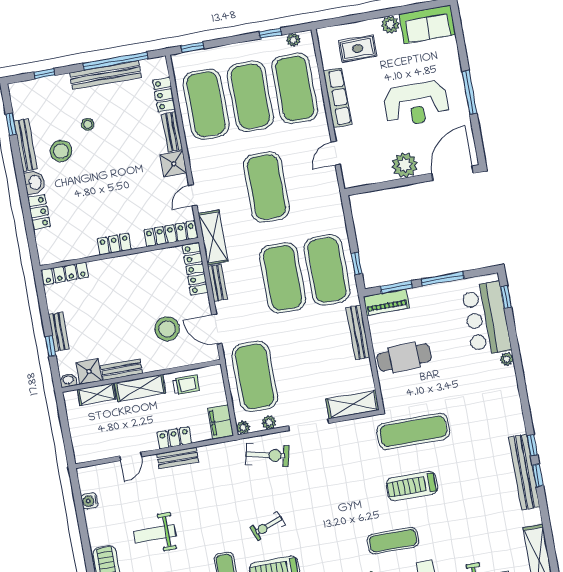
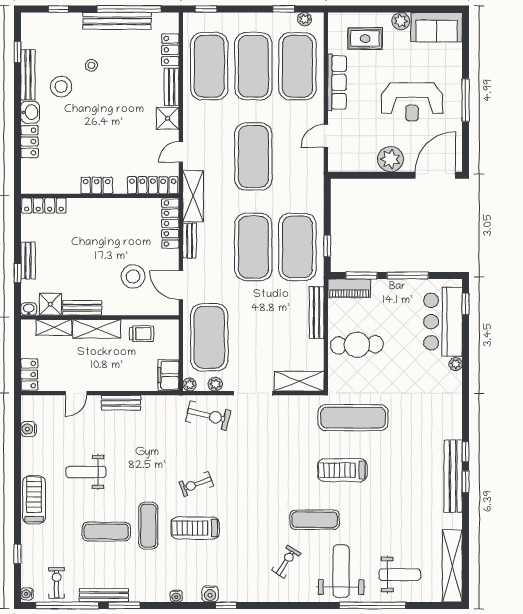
locker: (174, 438) -> (29, 375), moved, turned 90

